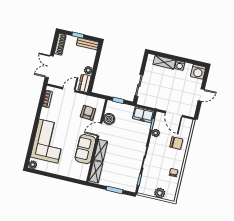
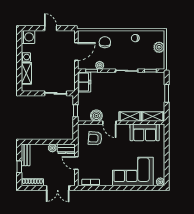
sofa: (85, 149) -> (145, 132), moved

